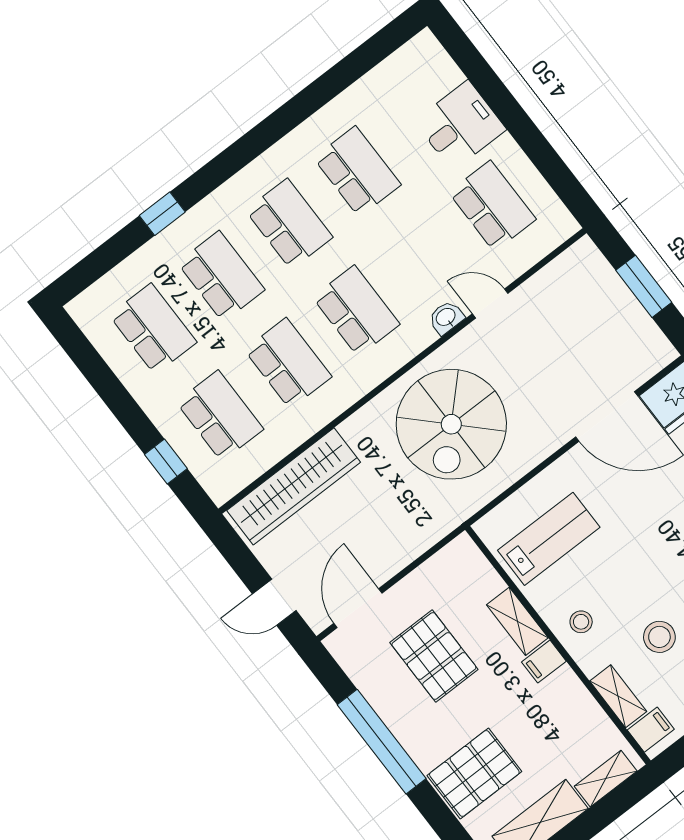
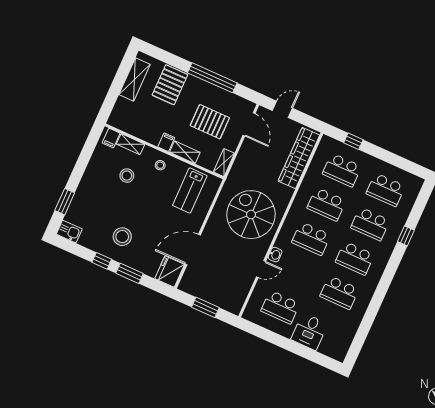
shelving: (606, 779) -> (224, 163), moved

